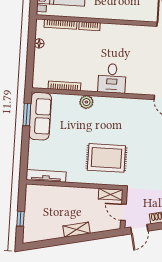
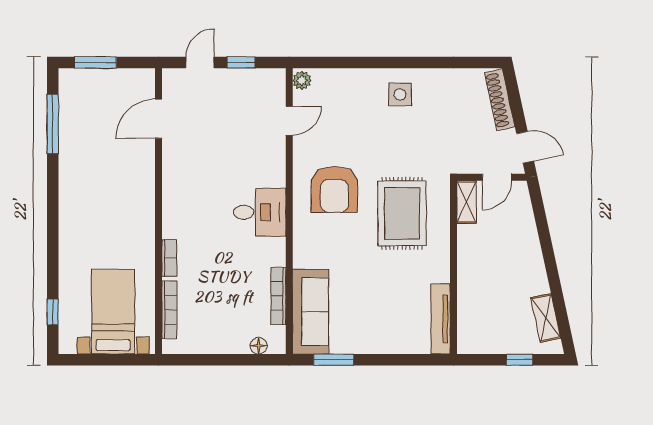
floor lamp: (39, 43) -> (259, 346), moved
plant: (86, 102) -> (305, 255), removed
sofa: (40, 116) -> (311, 312), moved, turned 90
armchair: (122, 121) -> (334, 189), added
shelving: (76, 230) -> (546, 318), moved

